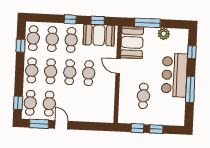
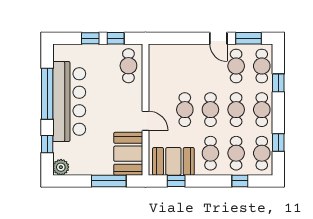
window: (70, 19) -> (240, 181), moved
plant: (164, 34) -> (61, 167), moved
bar counter: (174, 75) -> (69, 101), width x1.36
window: (190, 89) -> (47, 94), width x1.46
cafe table: (143, 96) -> (128, 66), moved
window: (18, 103) -> (278, 83), moved

